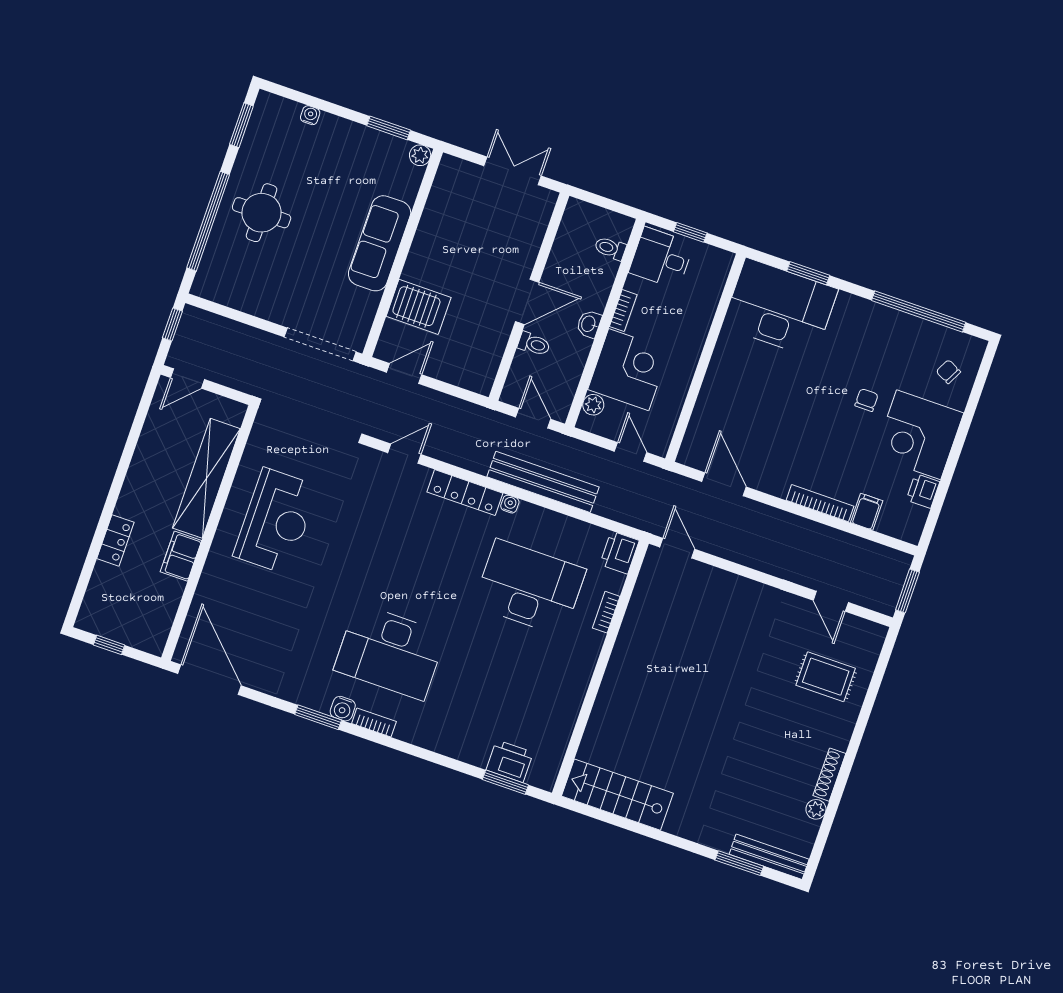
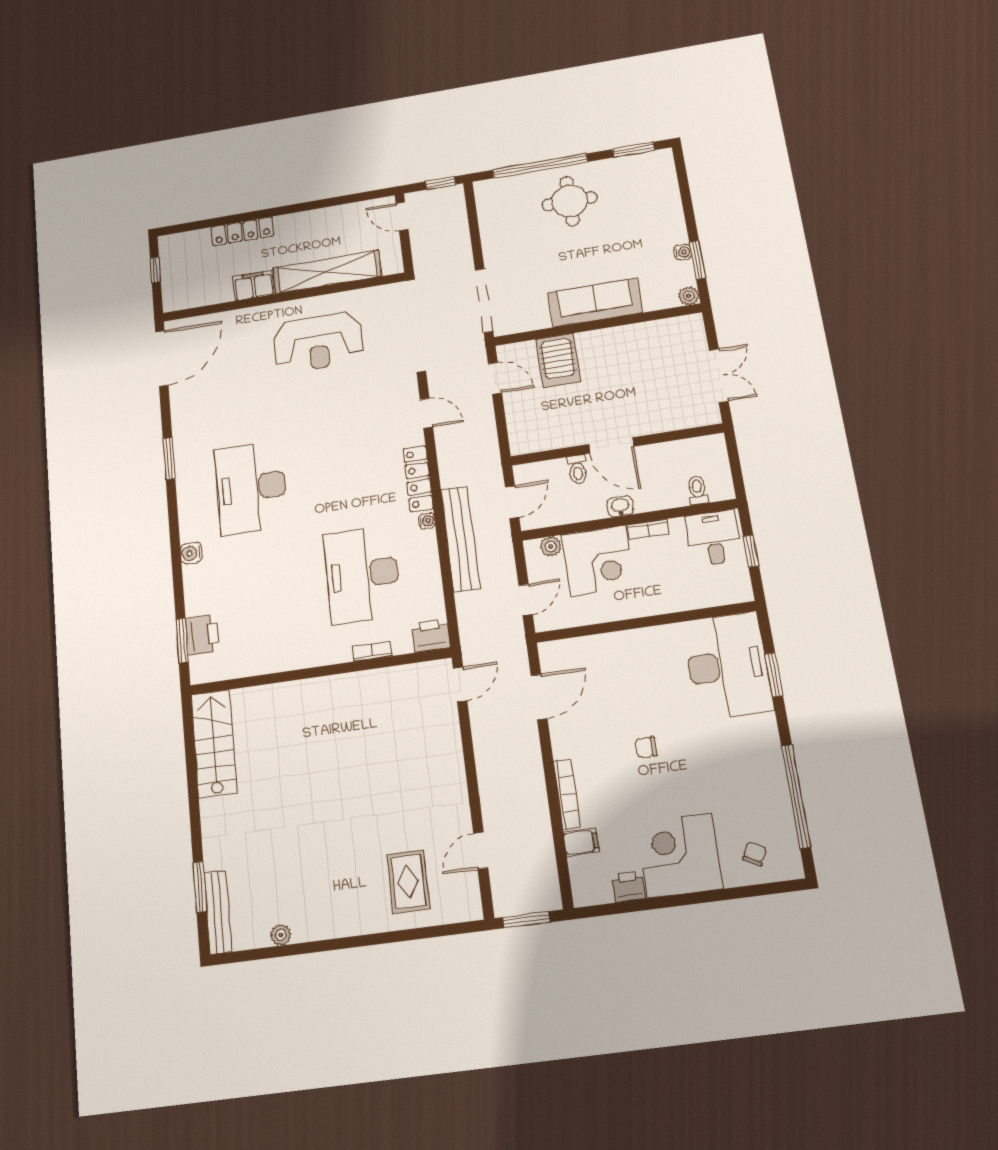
water cooler: (310, 115) -> (683, 252), moved
chair: (867, 400) -> (646, 747), moved, turned 180
locker: (115, 540) -> (243, 231), width x1.53
desk: (530, 587) -> (362, 574), turned 180
water cooler: (343, 709) -> (191, 553), moved
bookcase: (374, 722) -> (185, 505), removed
shoe rack: (829, 775) -> (319, 931), removed

